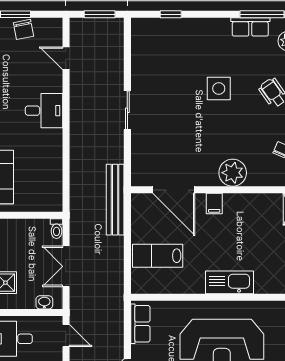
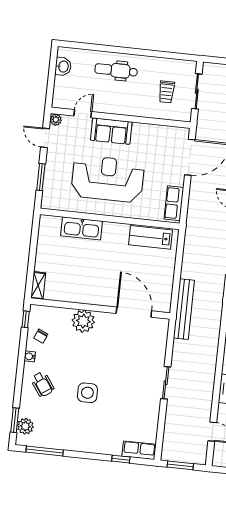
row of seats: (250, 27) -> (139, 450), moved
filing cabinet: (214, 204) -> (101, 297), removed
lab bench: (158, 256) -> (150, 237), moved, turned 180
kitchen sink: (229, 282) -> (82, 228), moved

